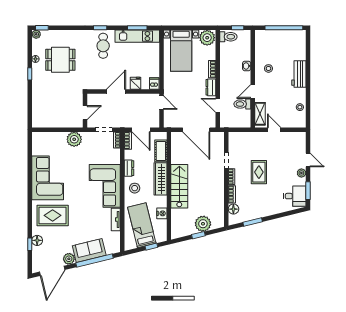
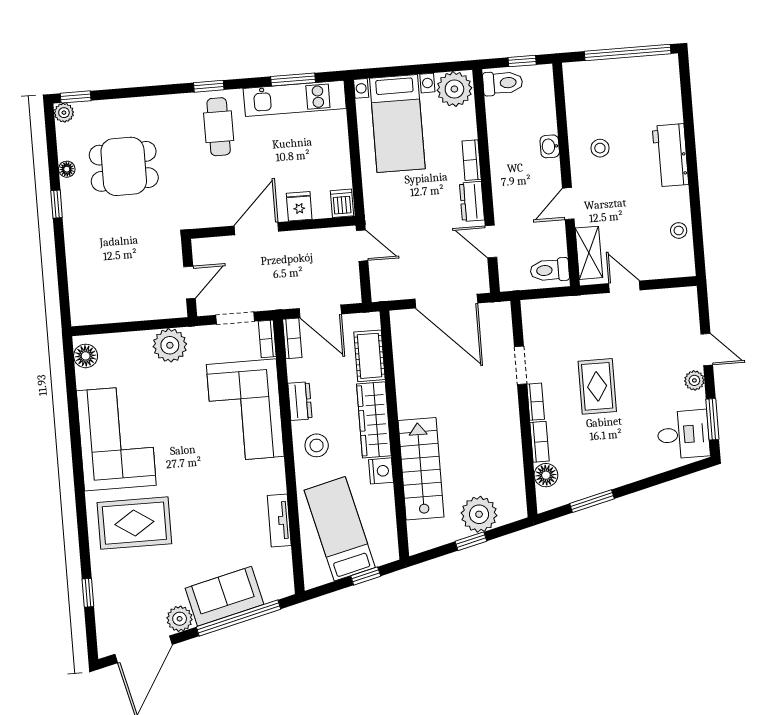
toilet: (242, 104) -> (550, 270), moved
corner sofa: (105, 186) -> (245, 410), moved
stairs: (179, 186) -> (421, 469), moved
nightstand: (162, 213) -> (381, 471), moved
floor lamp: (37, 240) -> (86, 356), moved

